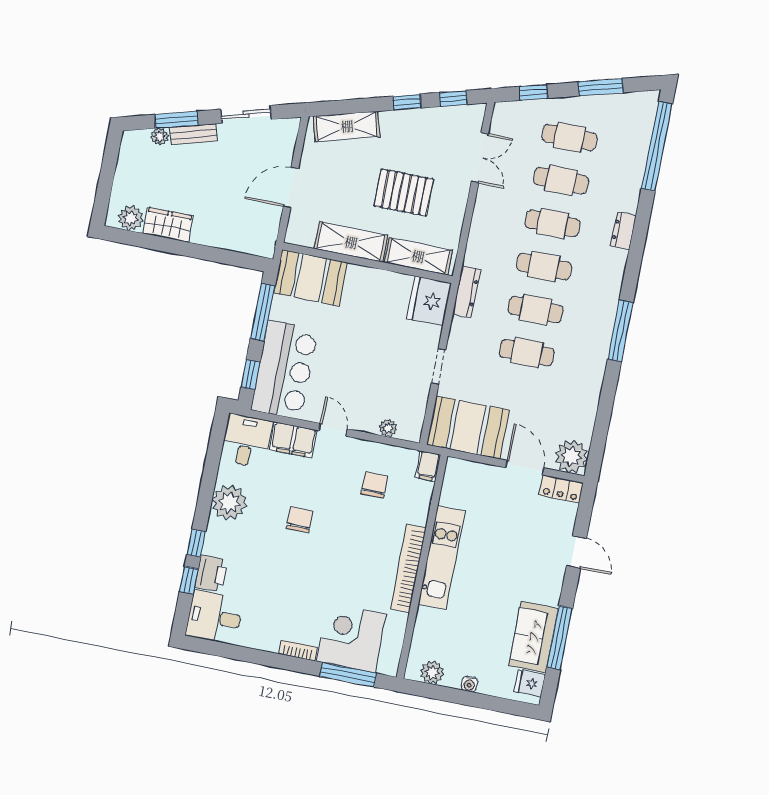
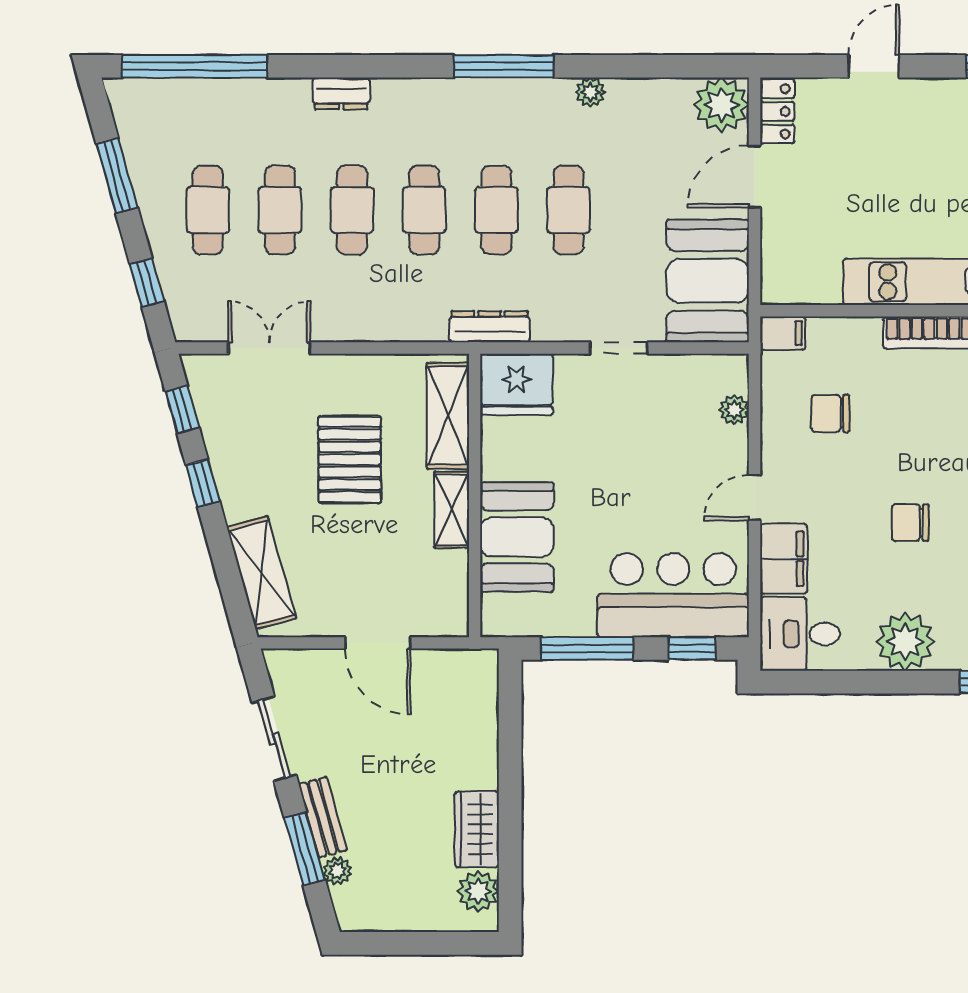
shelving: (351, 242) -> (452, 510), width x0.67, depth x0.75
booth: (310, 278) -> (517, 537), moved
plant: (595, 380) -> (590, 92), added

